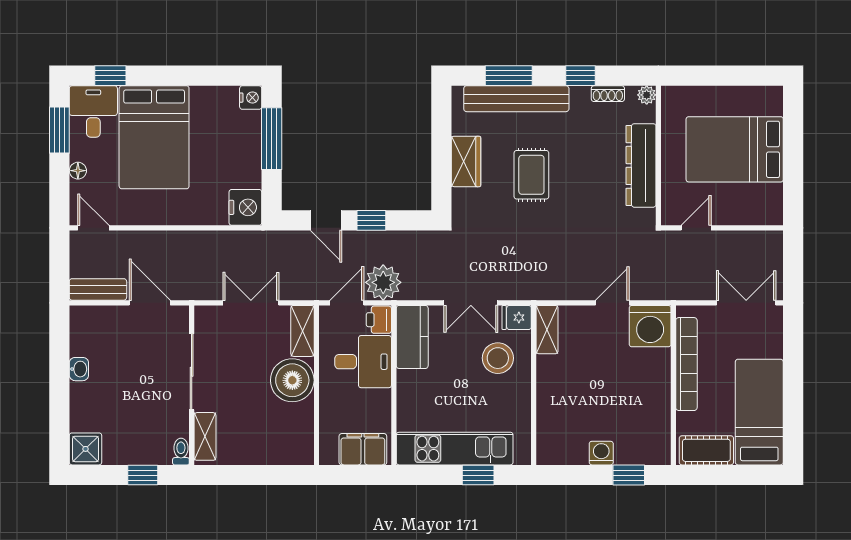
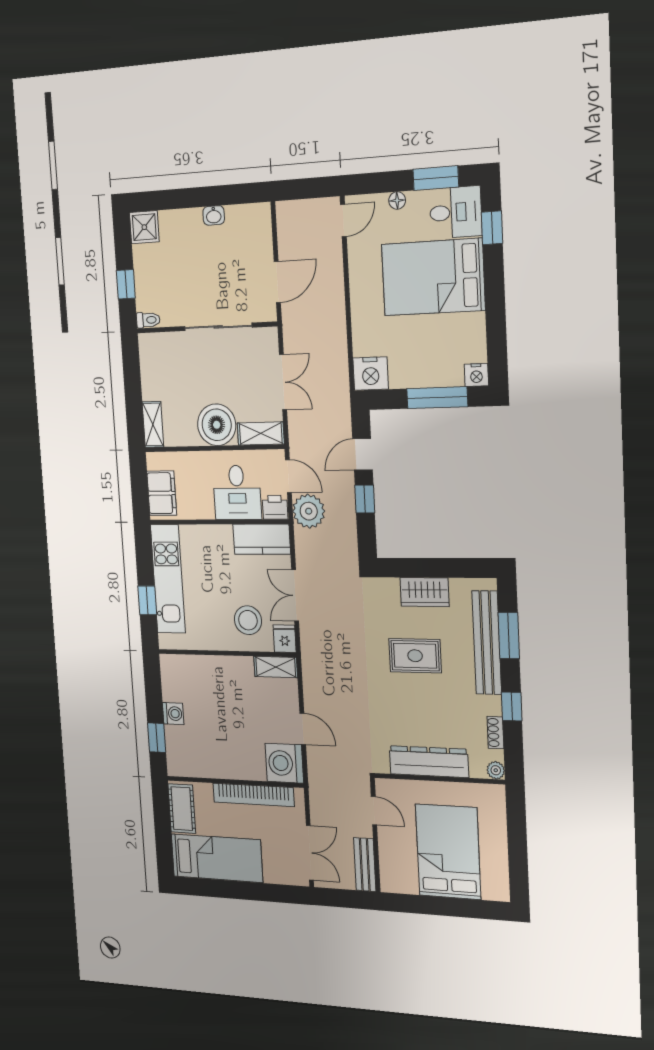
bench: (98, 289) -> (365, 865), moved
shelving: (205, 436) -> (153, 424), moved, turned 90

